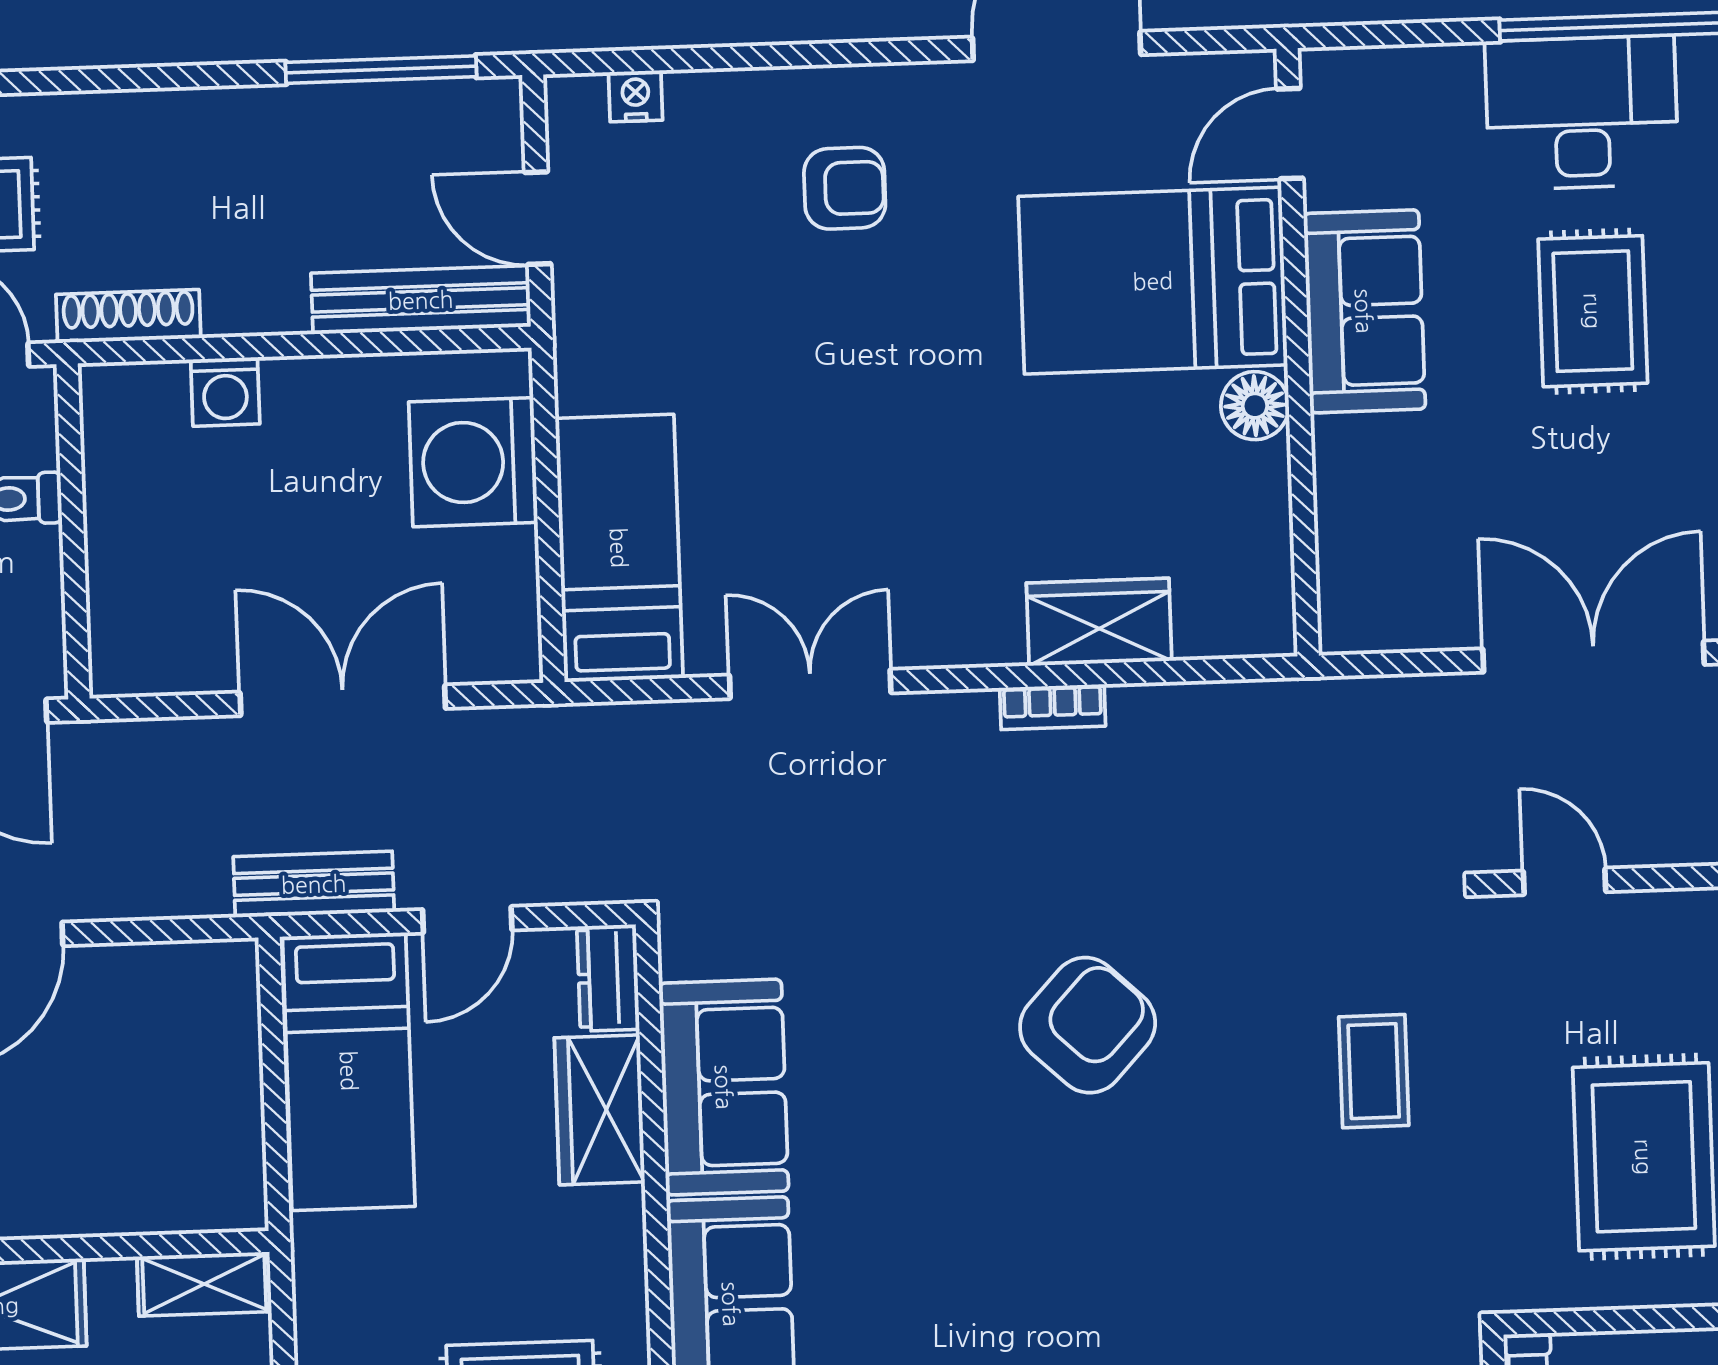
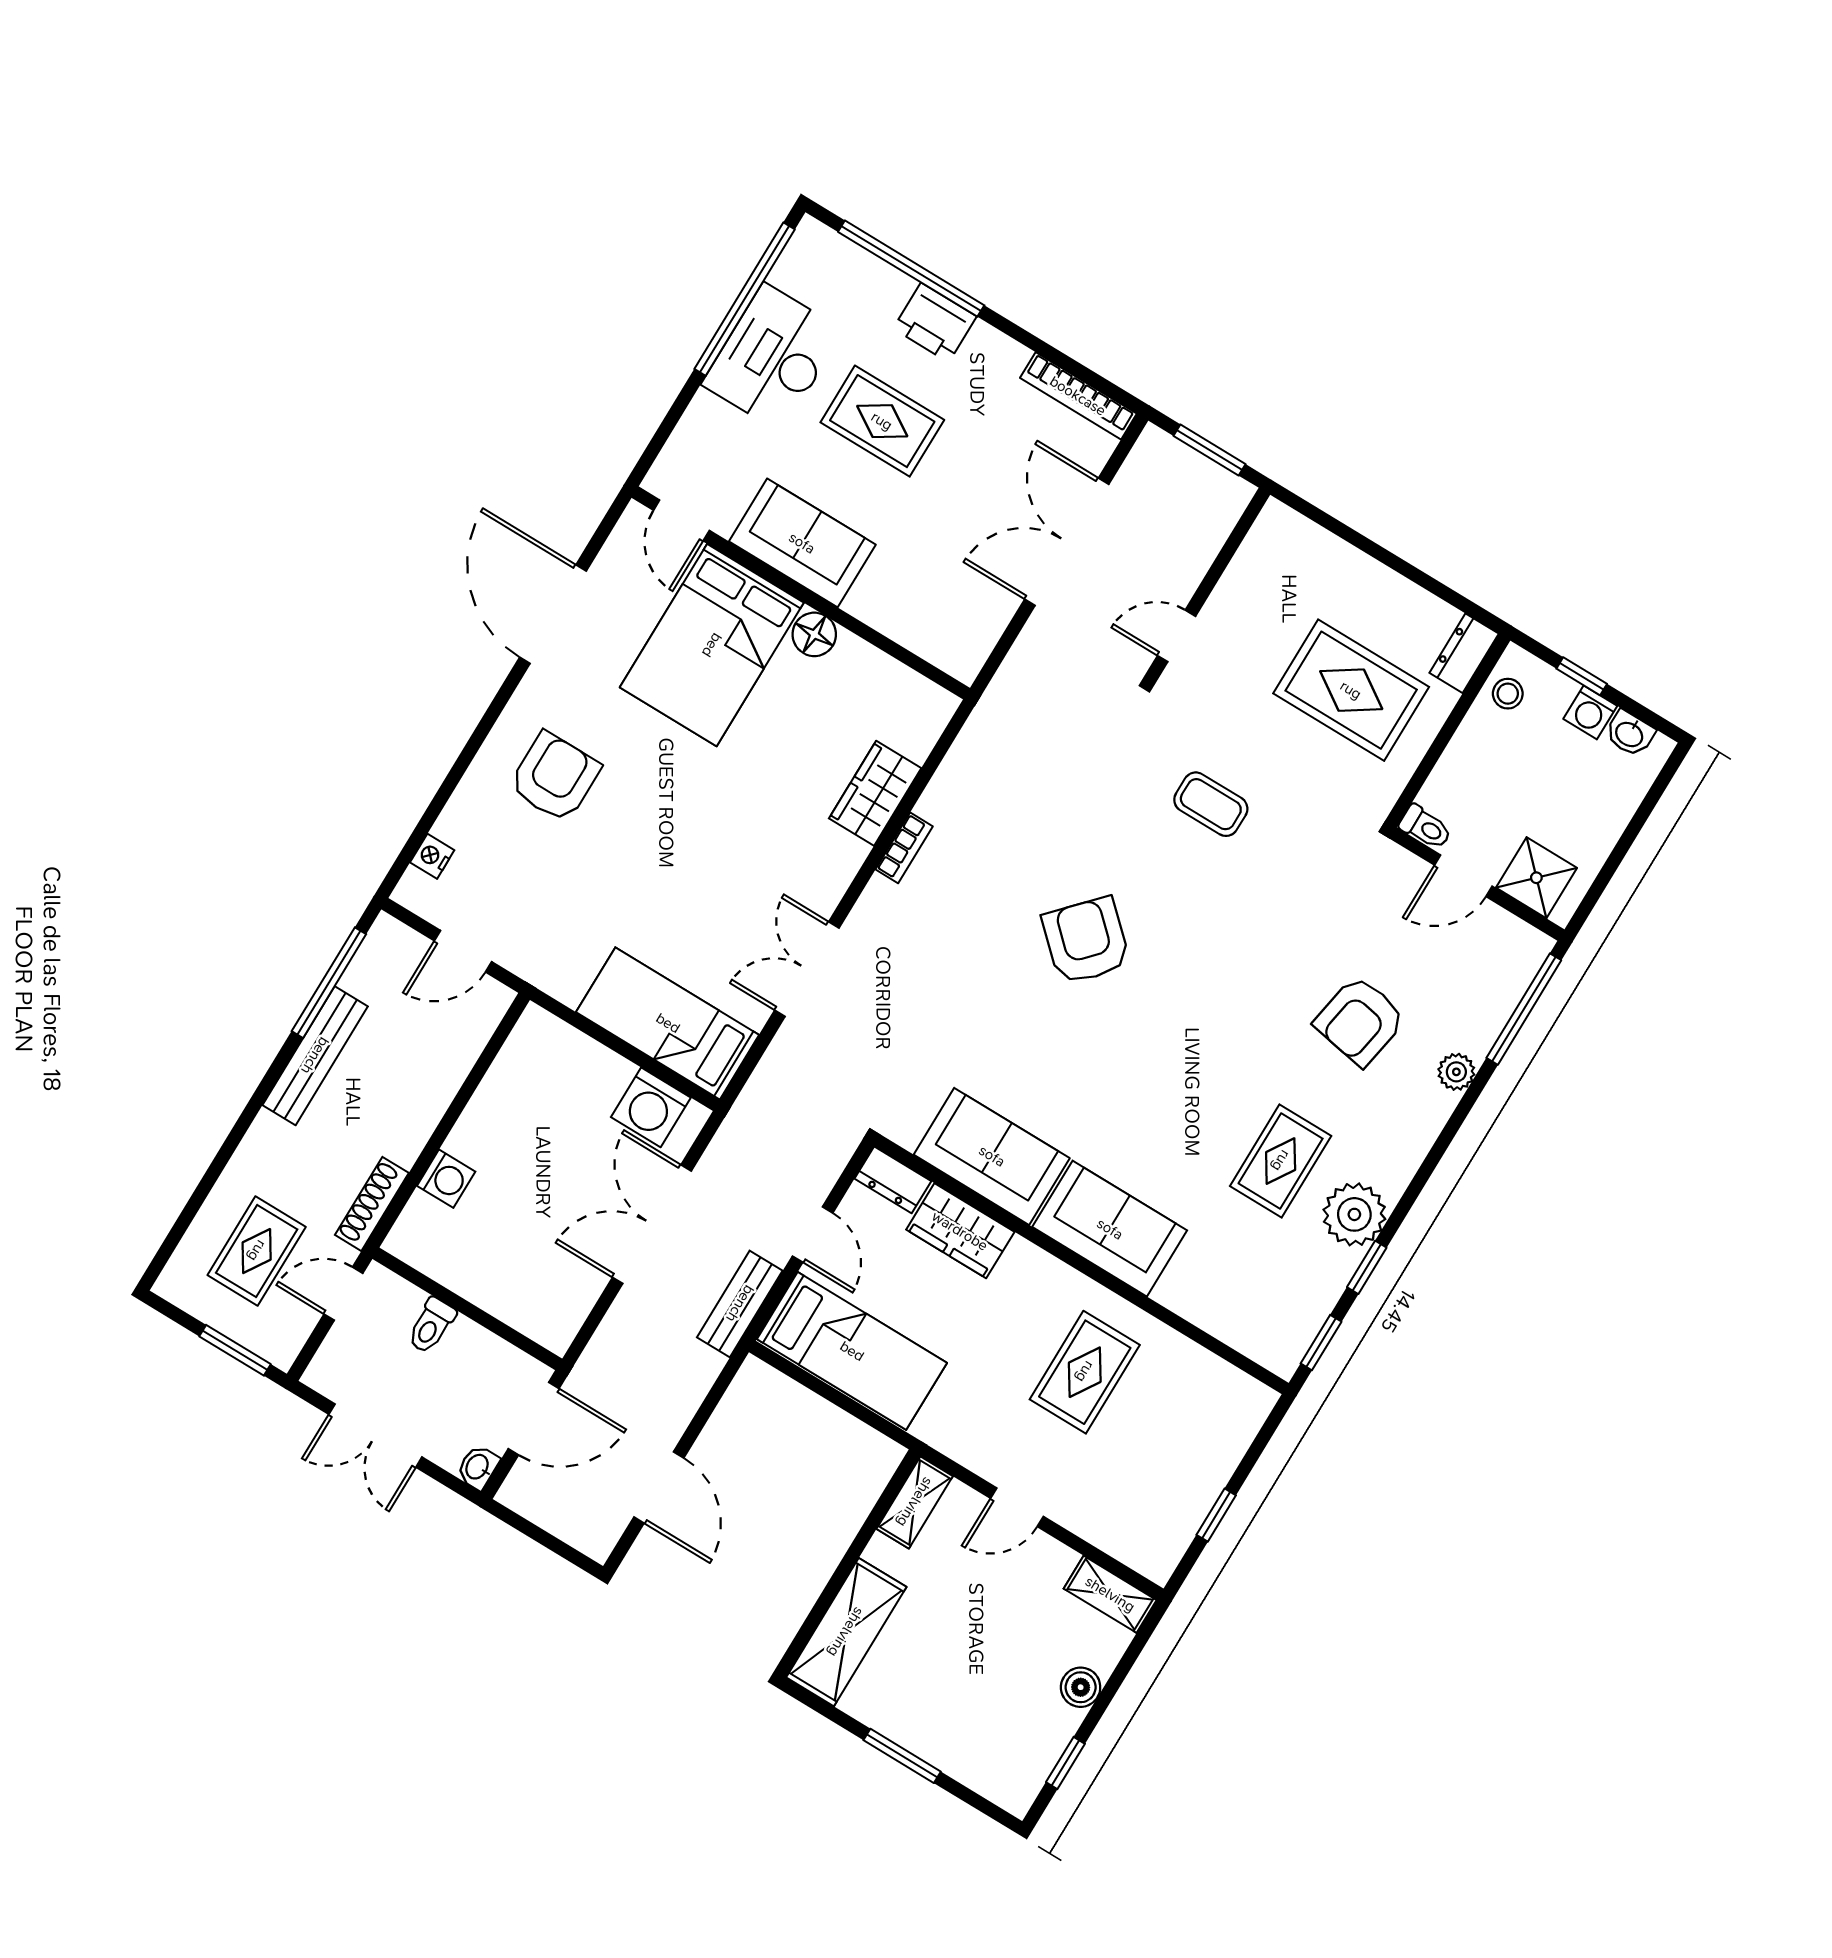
armchair: (845, 188) -> (555, 777), width x1.38, depth x1.38
bench: (421, 300) -> (315, 1056), moved
washing machine: (473, 462) -> (651, 1107), moved, width x0.73, depth x0.73

